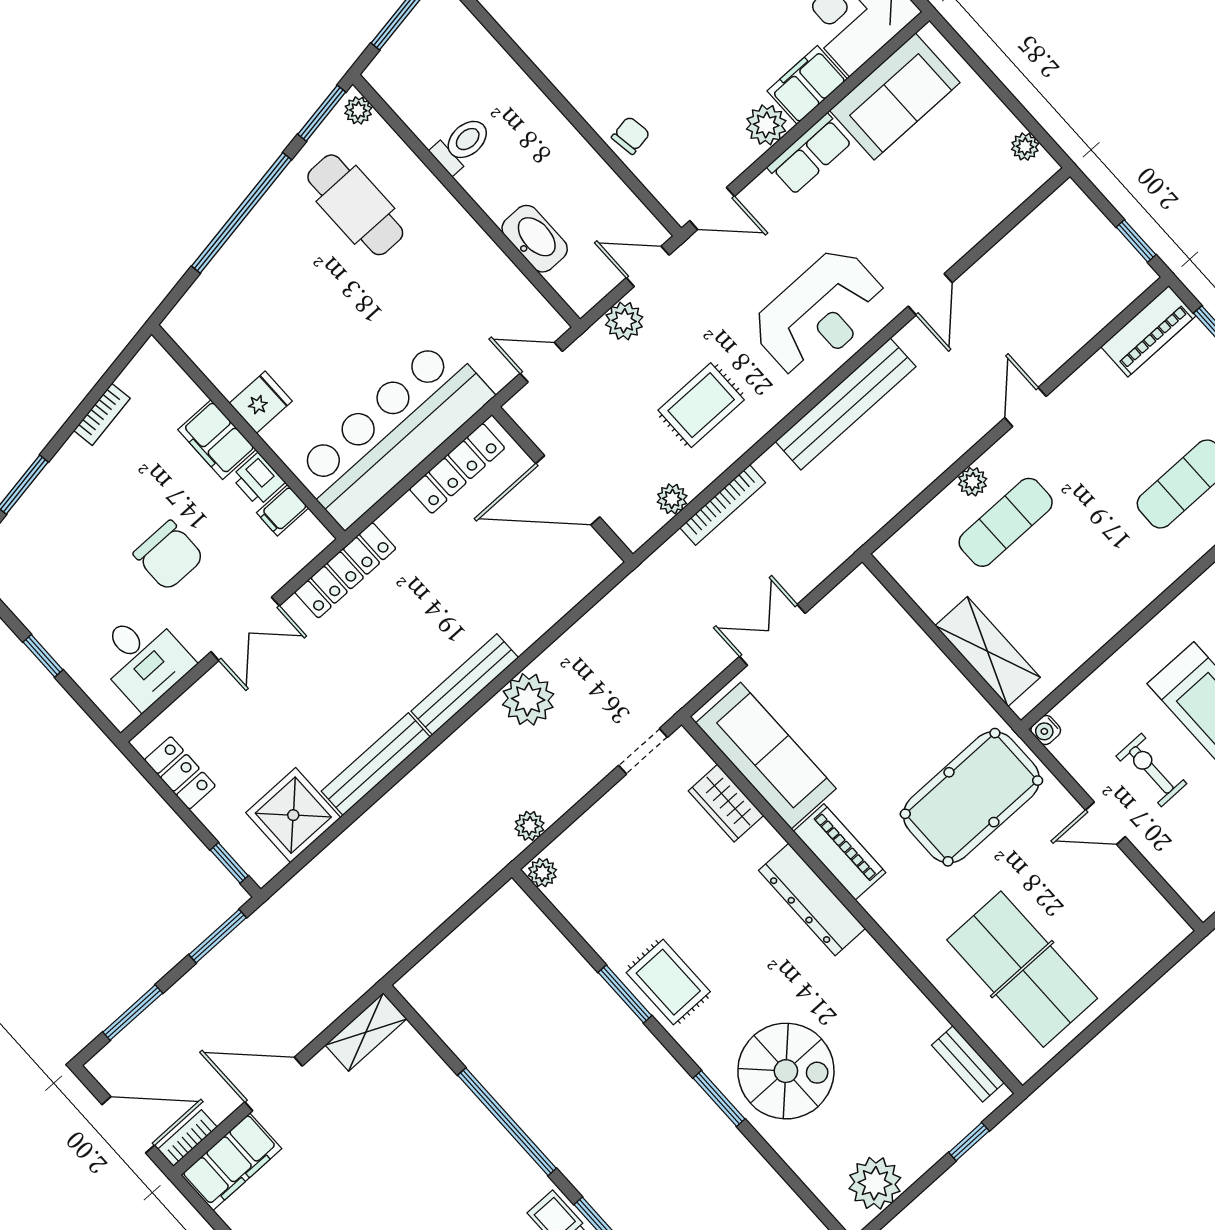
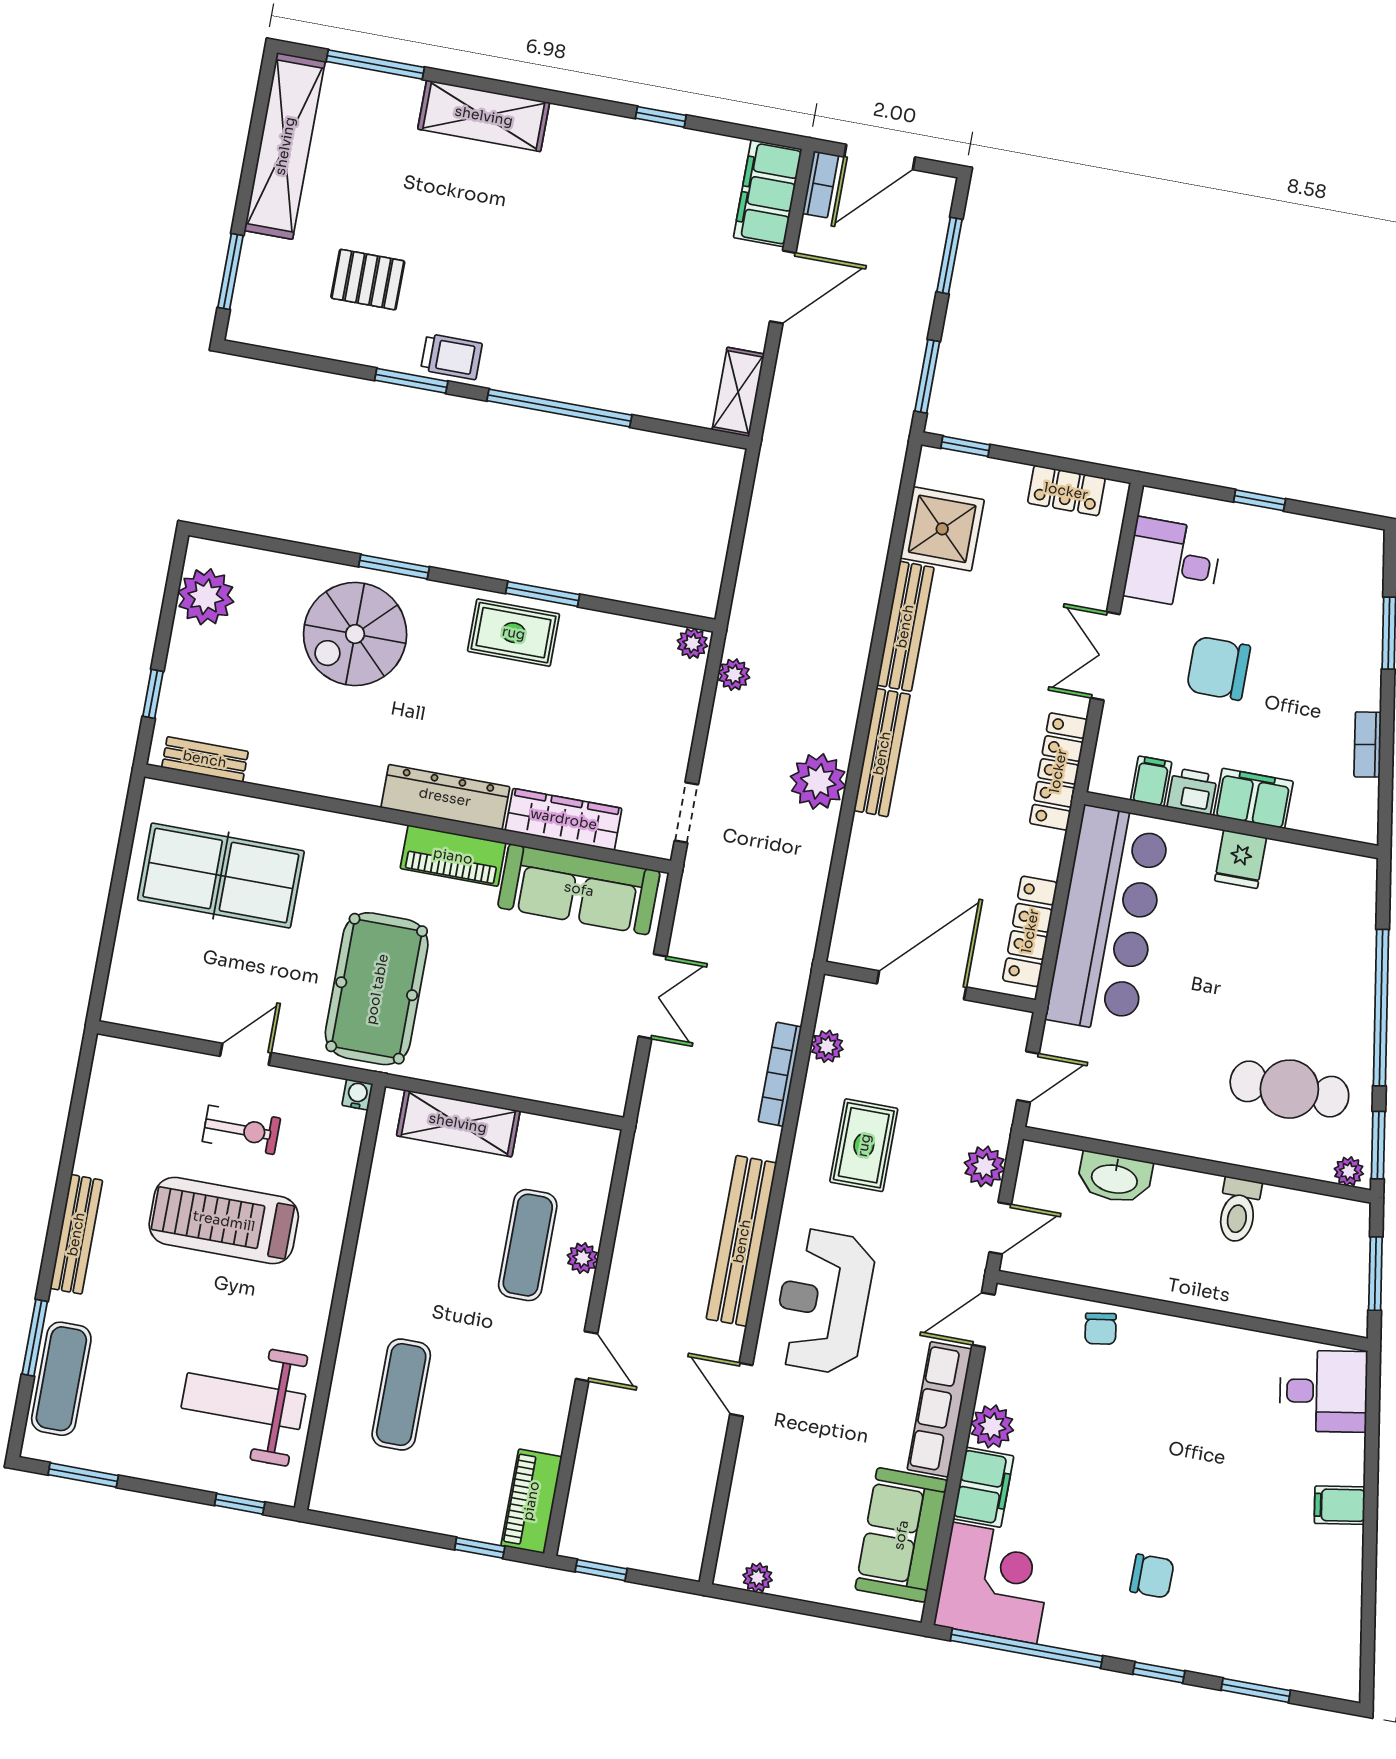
row of seats: (810, 154) -> (940, 1409), width x1.48
wardrobe: (726, 803) -> (564, 819), width x1.50

